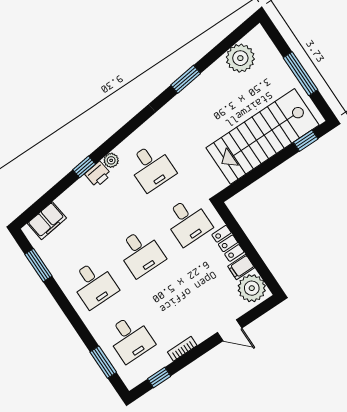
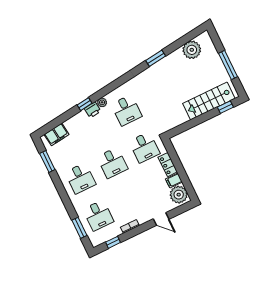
stairs: (263, 136) -> (209, 101), width x0.73, depth x0.66

